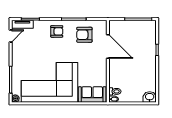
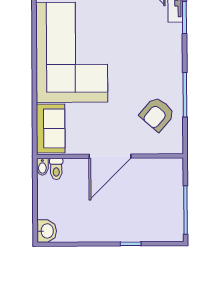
armchair: (57, 31) -> (163, 65), removed
armchair: (84, 35) -> (157, 114), turned -139
door: (108, 47) -> (110, 156), moved

